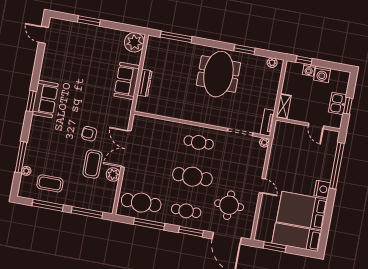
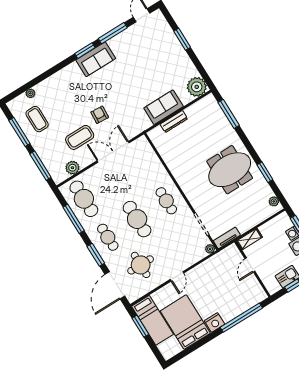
door: (316, 126) -> (250, 265), moved
window: (21, 157) -> (113, 33), moved
plant: (113, 174) -> (72, 168), moved
bed: (297, 237) -> (153, 320), moved, turned 180

